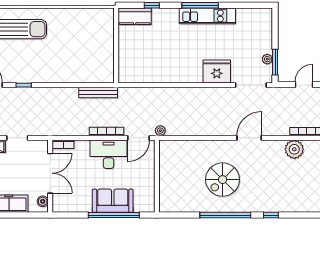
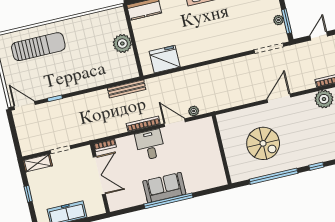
plant: (105, 46) -> (122, 43), added
fridge: (217, 72) -> (165, 59), moved
door: (138, 138) -> (175, 123), swing flipped
desk: (108, 154) -> (150, 145), width x0.73
wall: (157, 176) -> (222, 150), moved
spiral stairs: (223, 180) -> (263, 143), turned -90
boiler: (43, 201) -> (98, 204), removed

